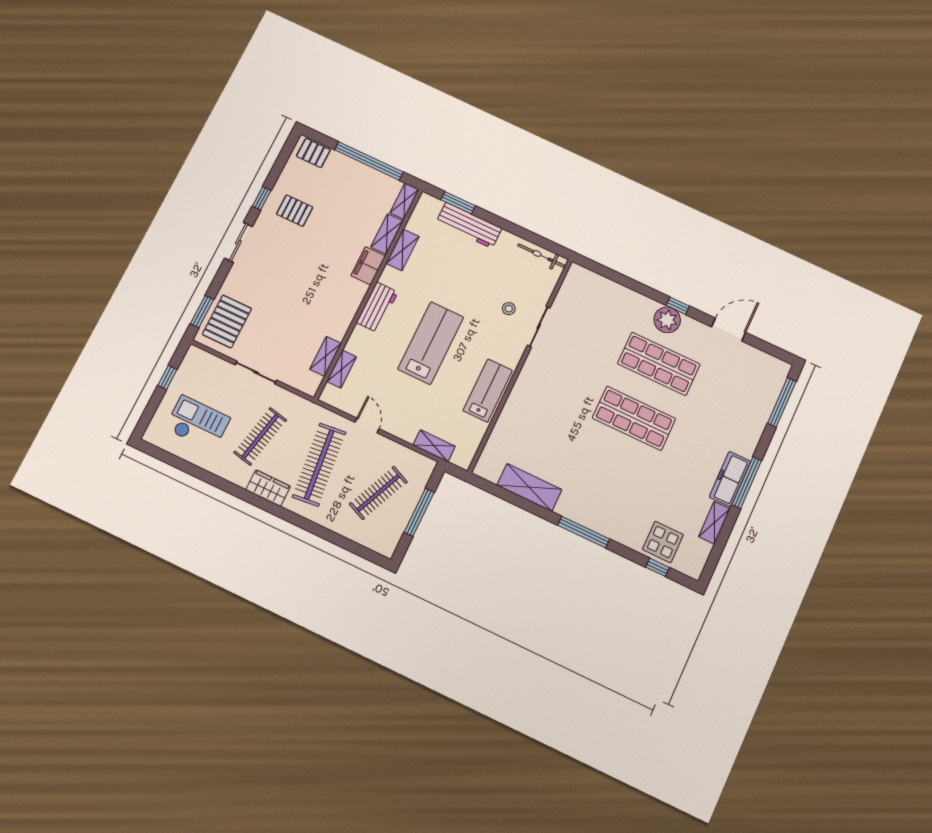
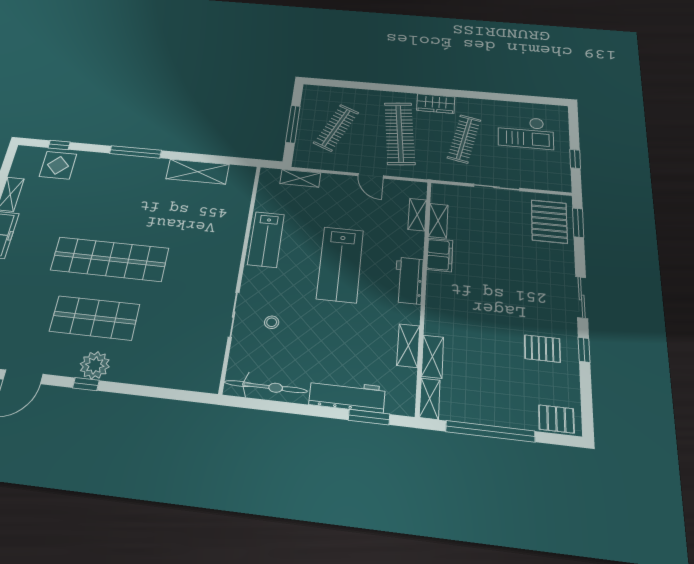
bicycle: (542, 256) -> (266, 387), width x1.37, depth x1.40
filing cabinet: (368, 266) -> (440, 255), moved
shop shelf: (634, 418) -> (110, 259), width x1.40

